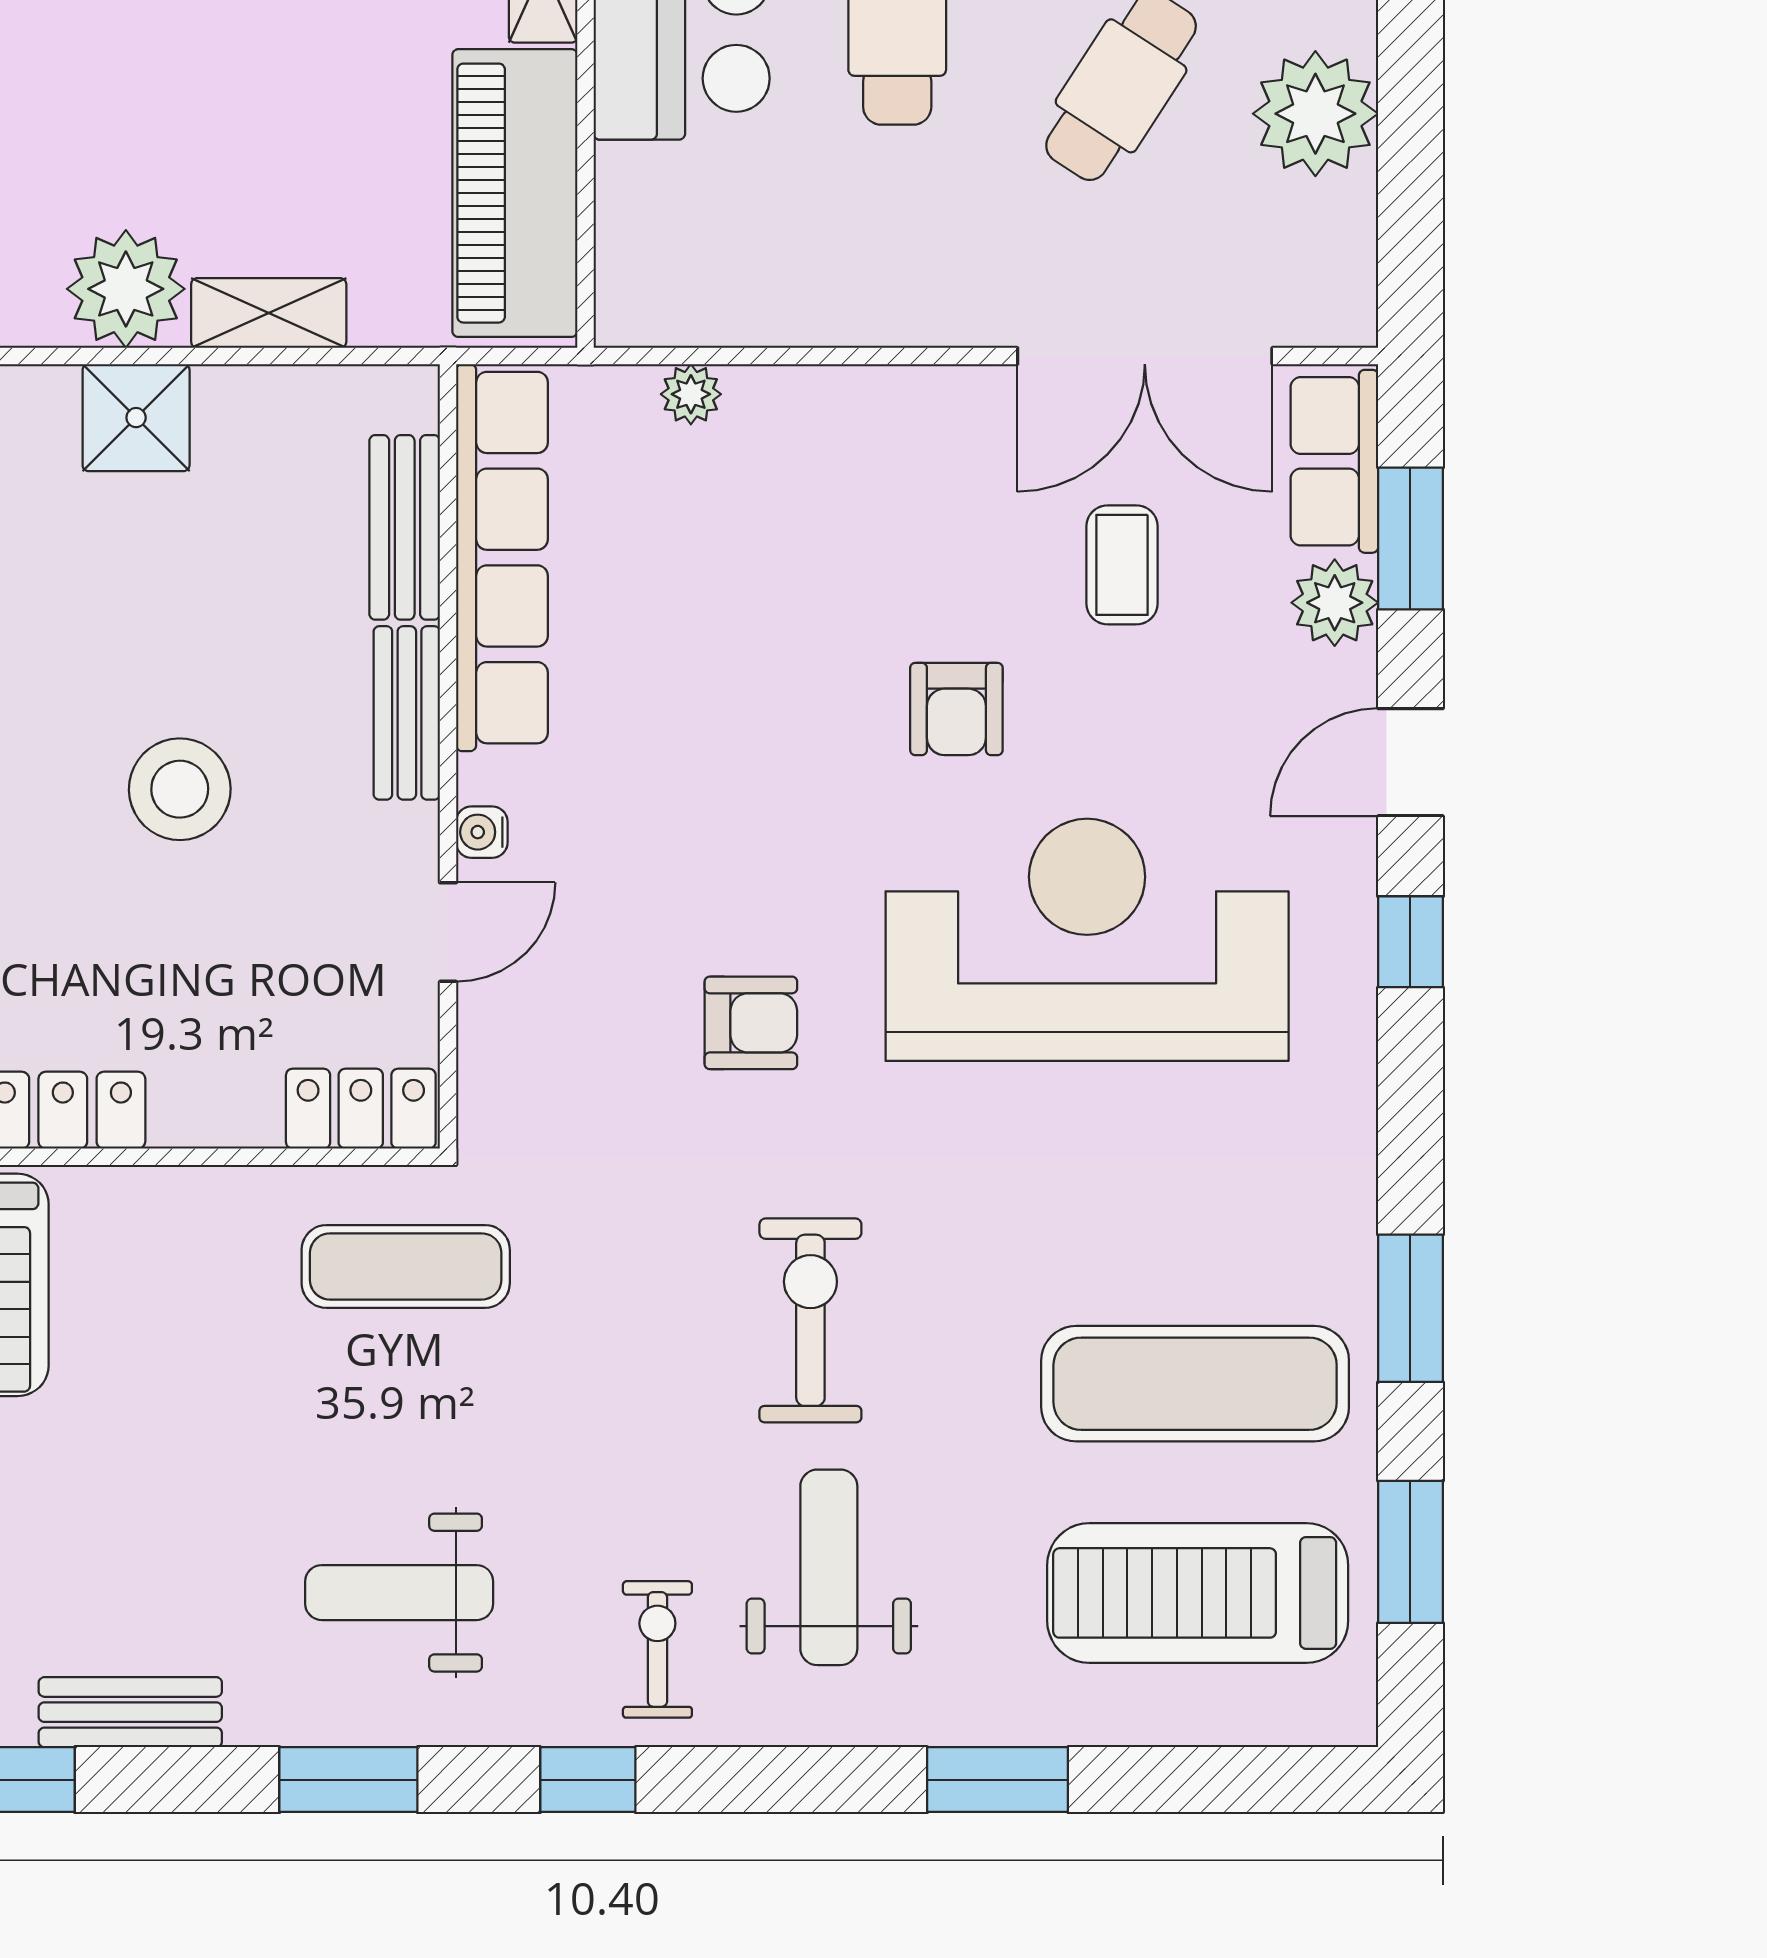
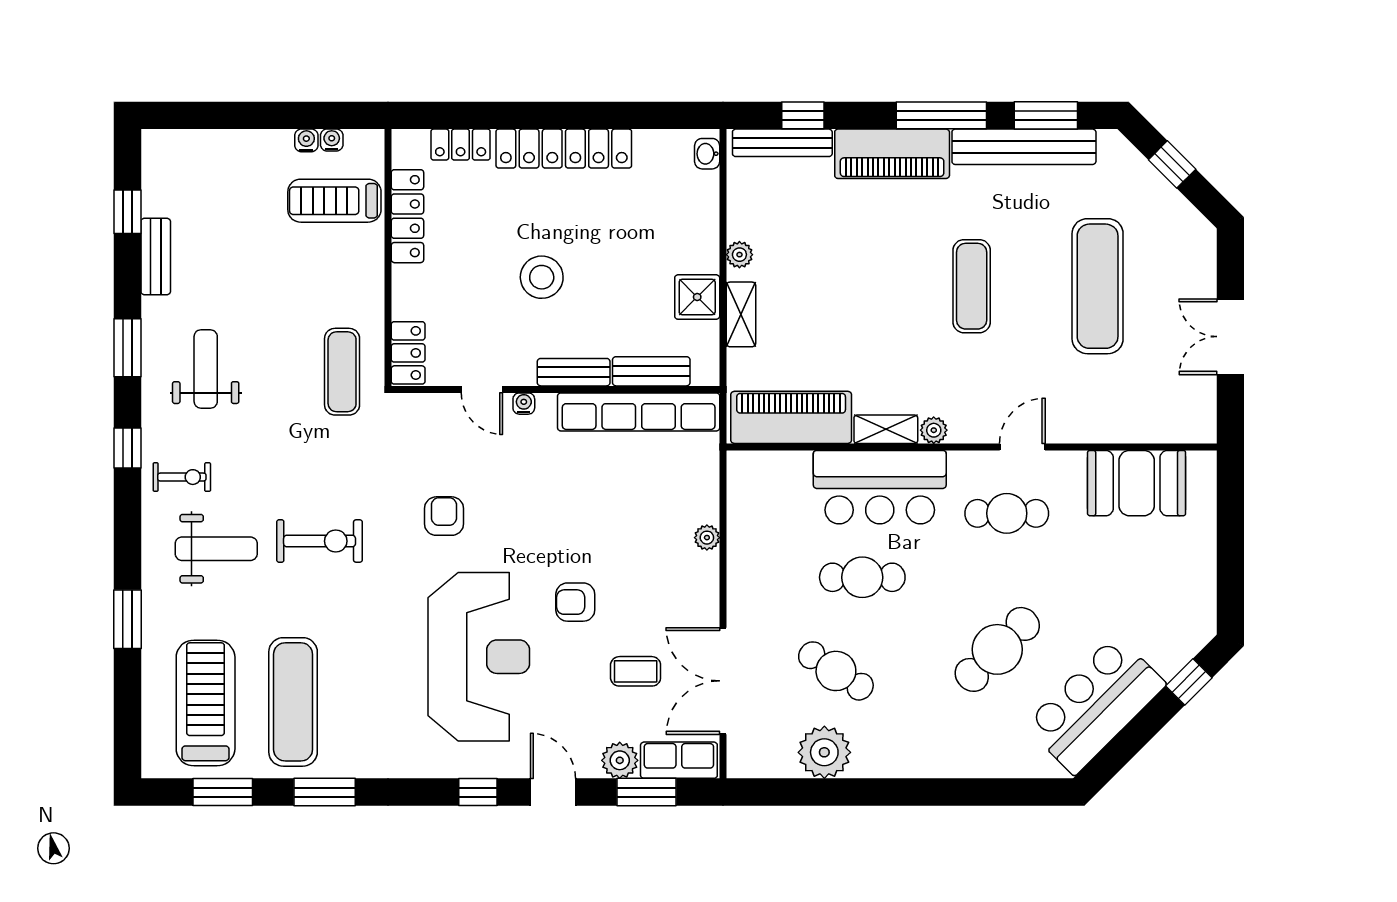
plant: (126, 289) -> (739, 255), width x0.53, depth x0.53
plant: (691, 394) -> (707, 538), moved
shower: (136, 418) -> (697, 297), moved
armchair: (751, 1023) -> (444, 516), turned 180

